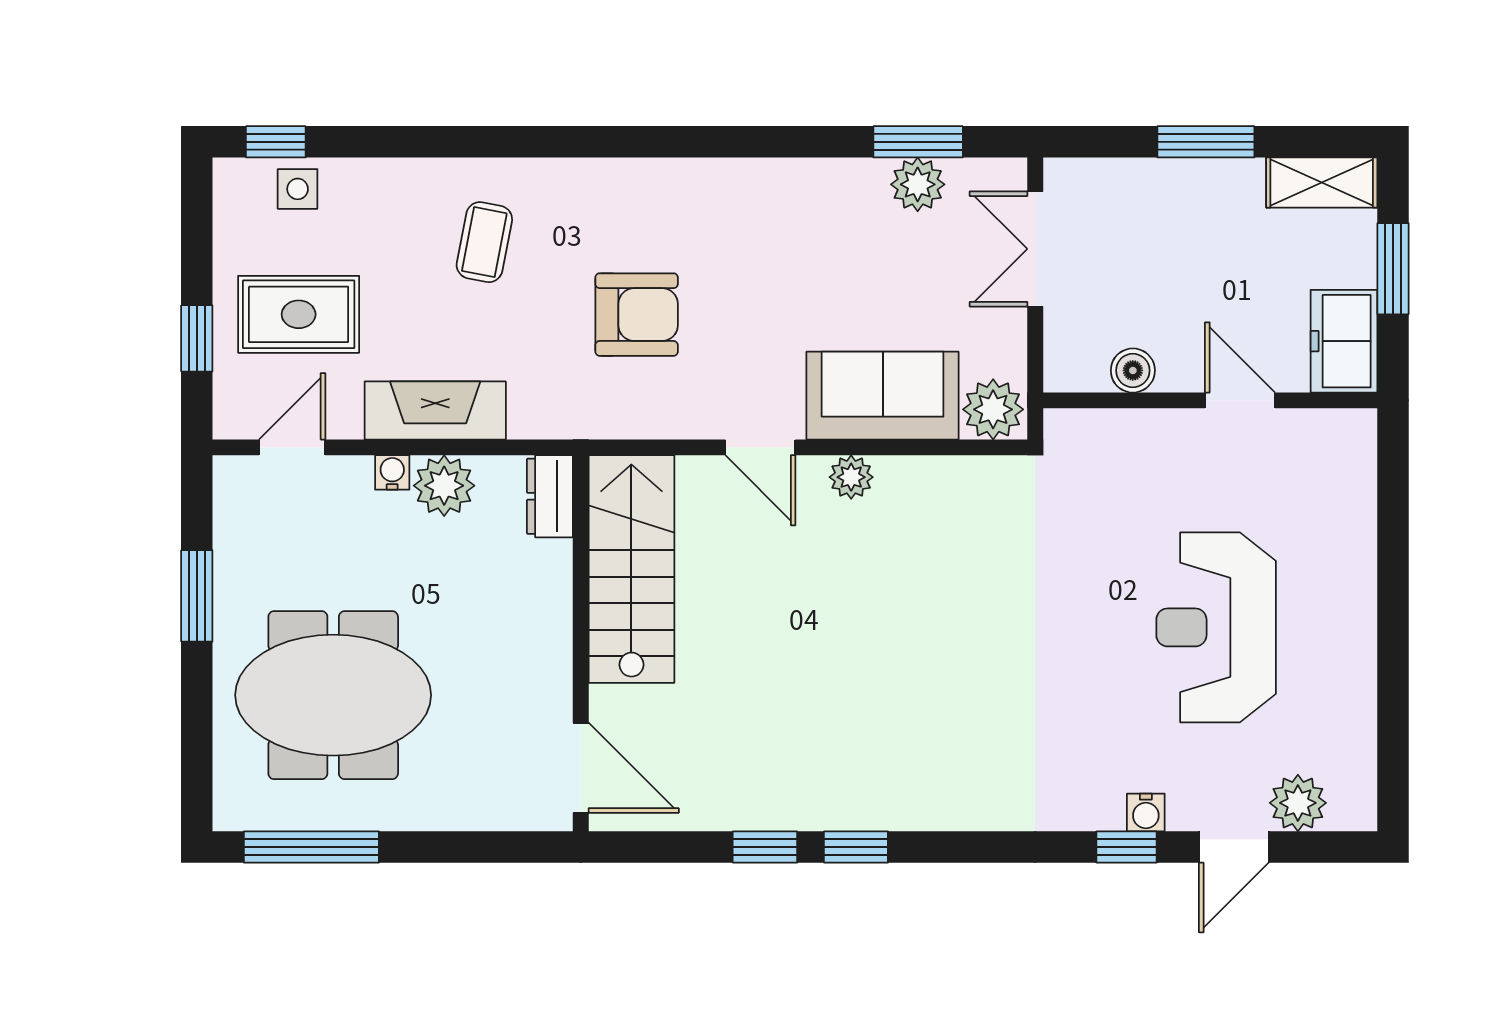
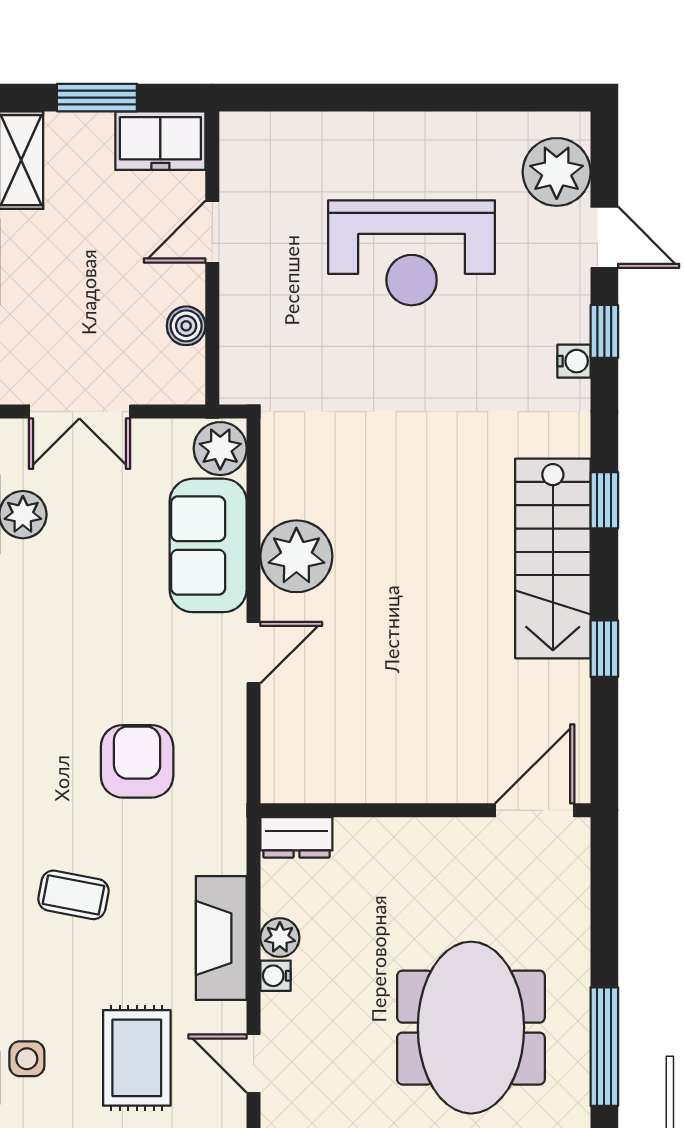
plant: (851, 477) -> (296, 556), width x1.88, depth x1.88
plant: (444, 486) -> (280, 938), width x0.73, depth x0.73
stairs: (631, 569) -> (553, 558), moved, turned -90
plant: (1298, 803) -> (557, 172), width x1.36, depth x1.36
water cooler: (1146, 812) -> (574, 361), moved
window: (856, 847) -> (604, 500), moved

